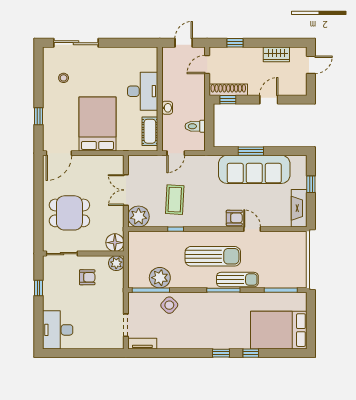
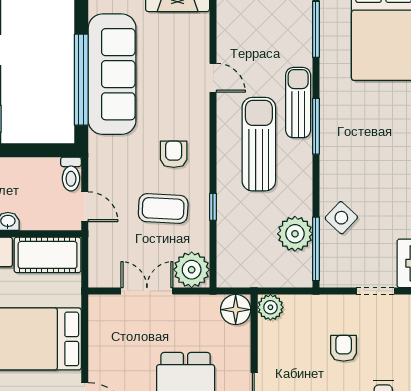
toilet: (195, 126) -> (71, 174), moved
cot: (150, 131) -> (48, 255), width x1.37, depth x1.34
window: (251, 151) -> (81, 80), width x2.11
double door: (126, 190) -> (147, 291), swing flipped
armchair: (234, 218) -> (174, 154), moved
door: (252, 229) -> (213, 78), swing flipped
armchair: (87, 277) -> (344, 348), moved

